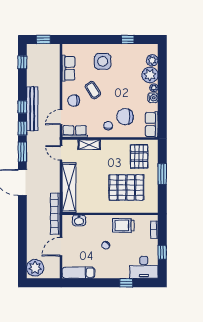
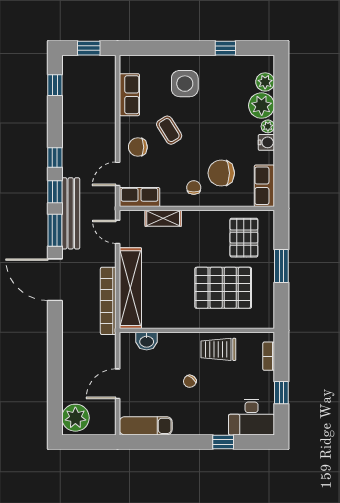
bench: (32, 109) -> (71, 213), moved
bookcase: (55, 214) -> (108, 301), moved

